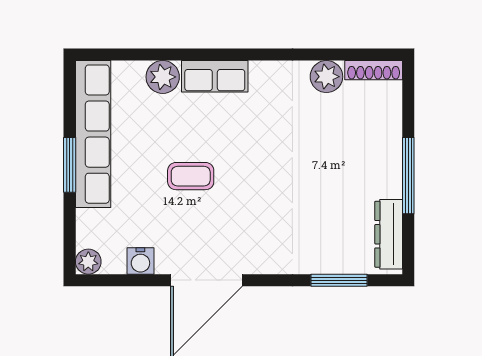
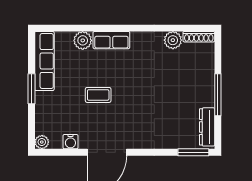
row of seats: (93, 134) -> (44, 61), width x0.73
window: (339, 280) -> (193, 152), moved

